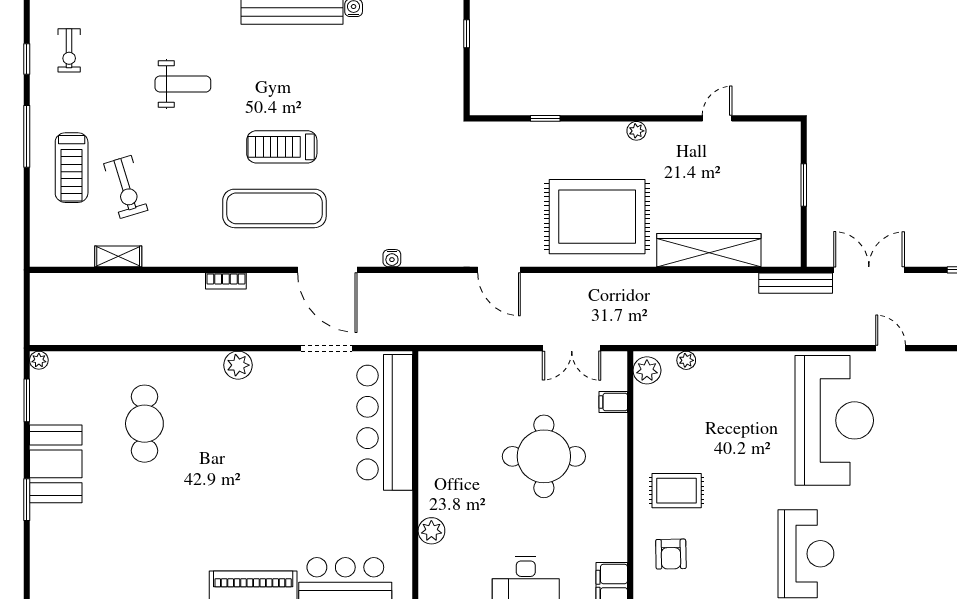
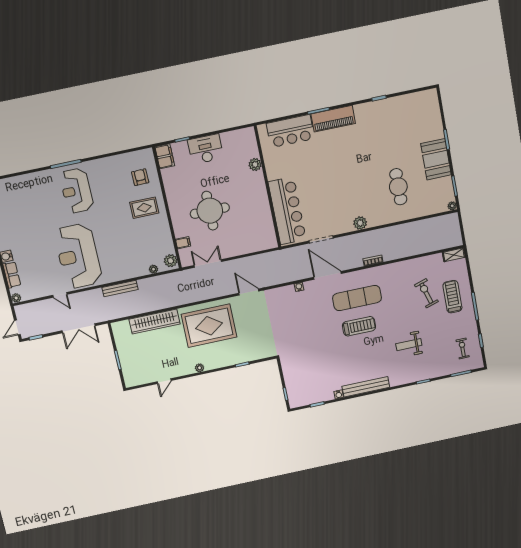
shelving: (118, 256) -> (454, 255), moved
bench: (796, 283) -> (120, 288), moved

